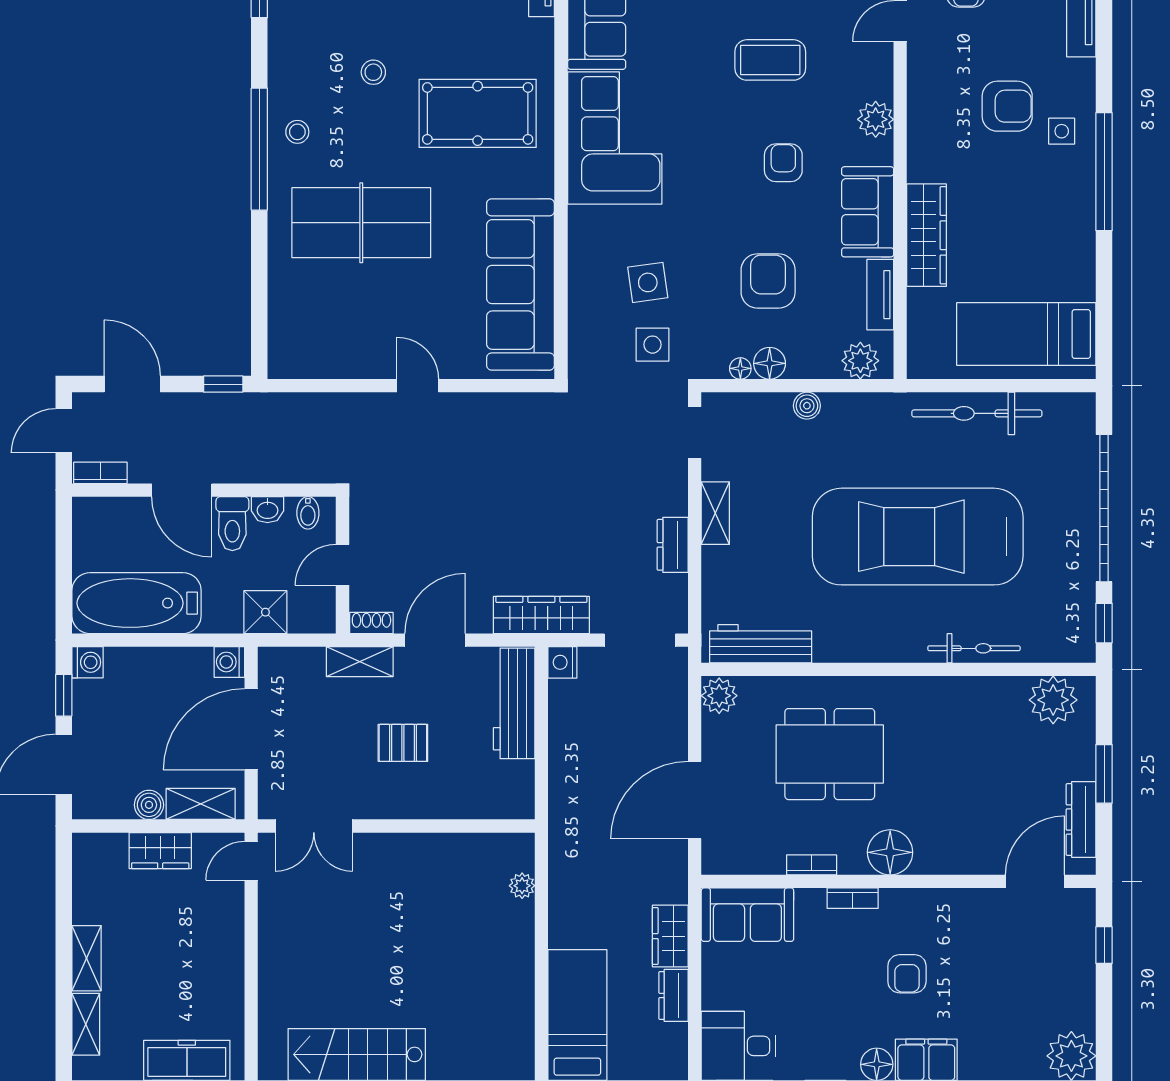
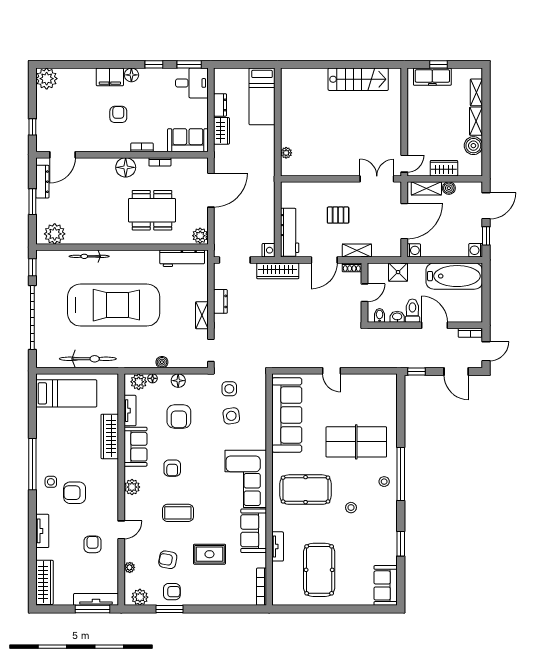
floor lamp: (740, 368) -> (153, 378), moved
boiler: (93, 902) -> (473, 146), added

